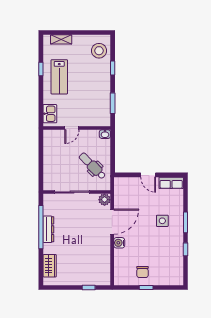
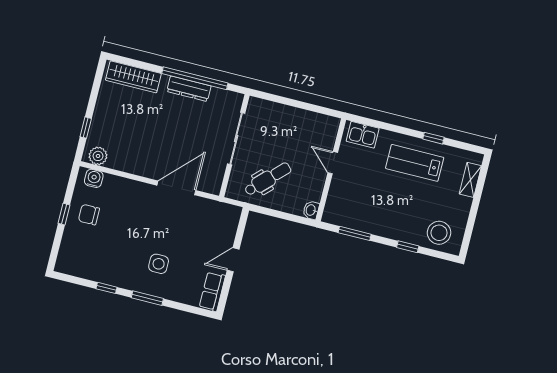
plant: (105, 200) -> (98, 156), moved
door: (112, 222) -> (176, 188), swing flipped
water cooler: (119, 243) -> (94, 178), moved
wardrobe: (50, 266) -> (133, 77), width x1.50

